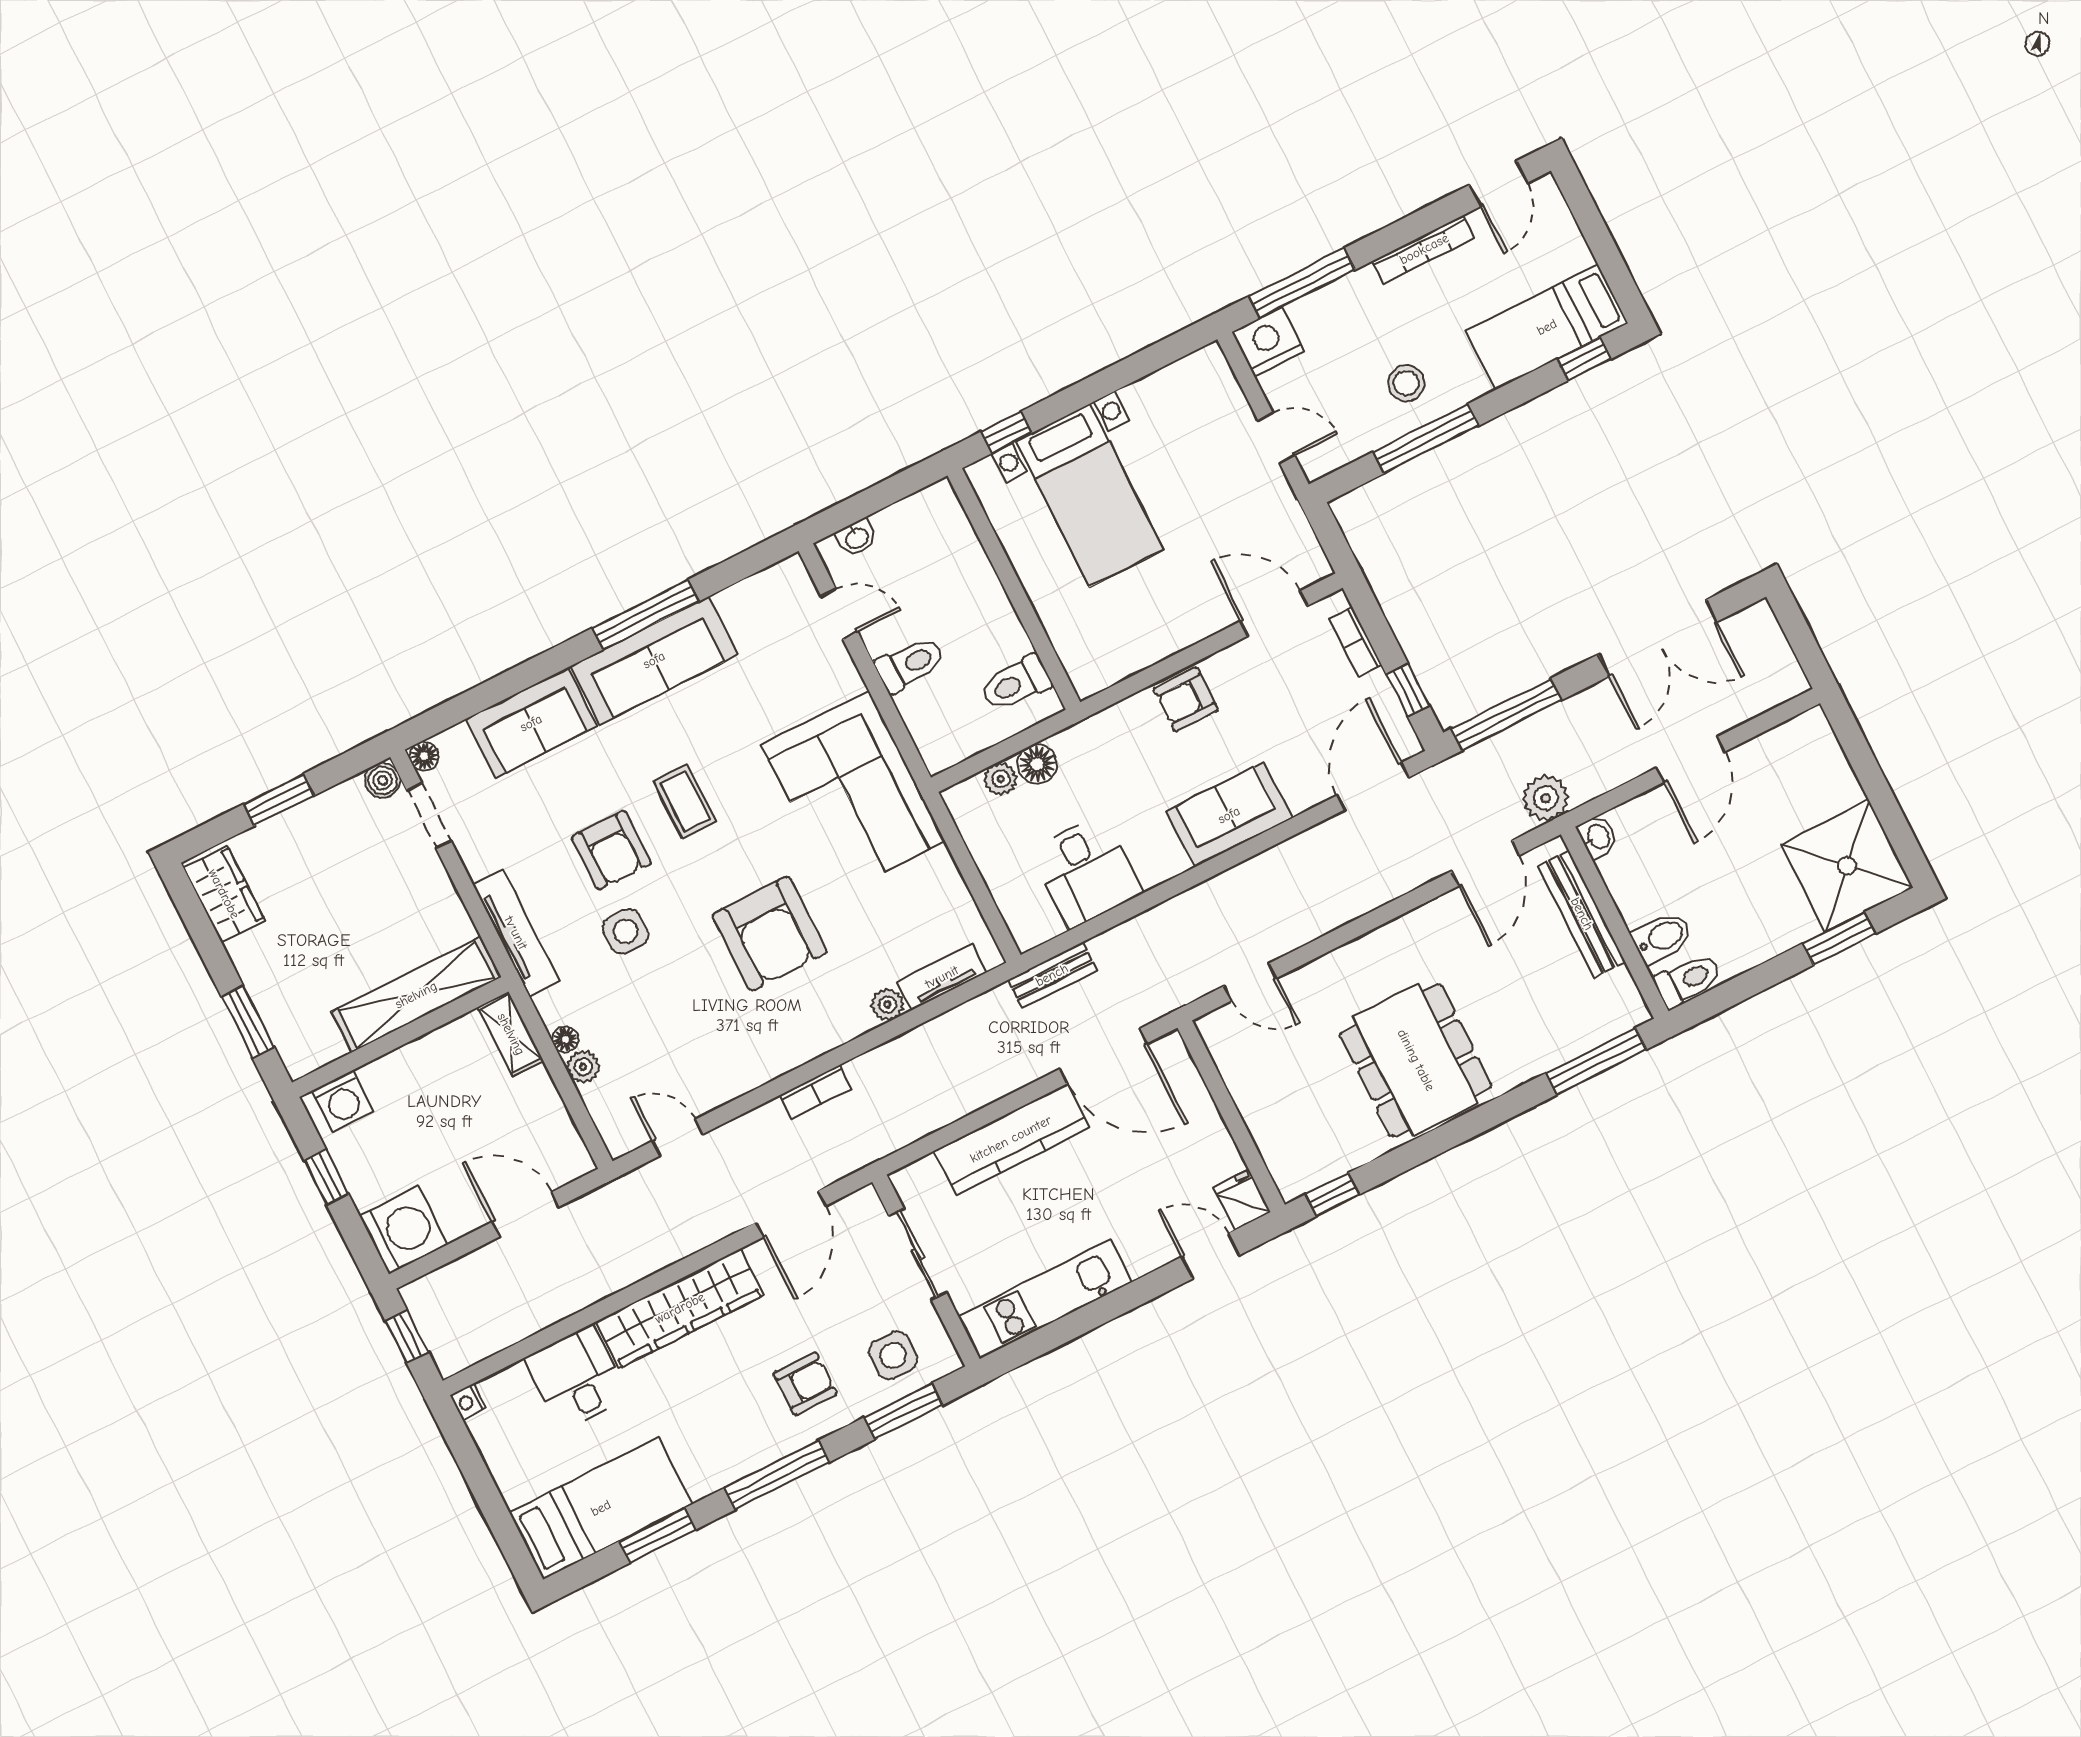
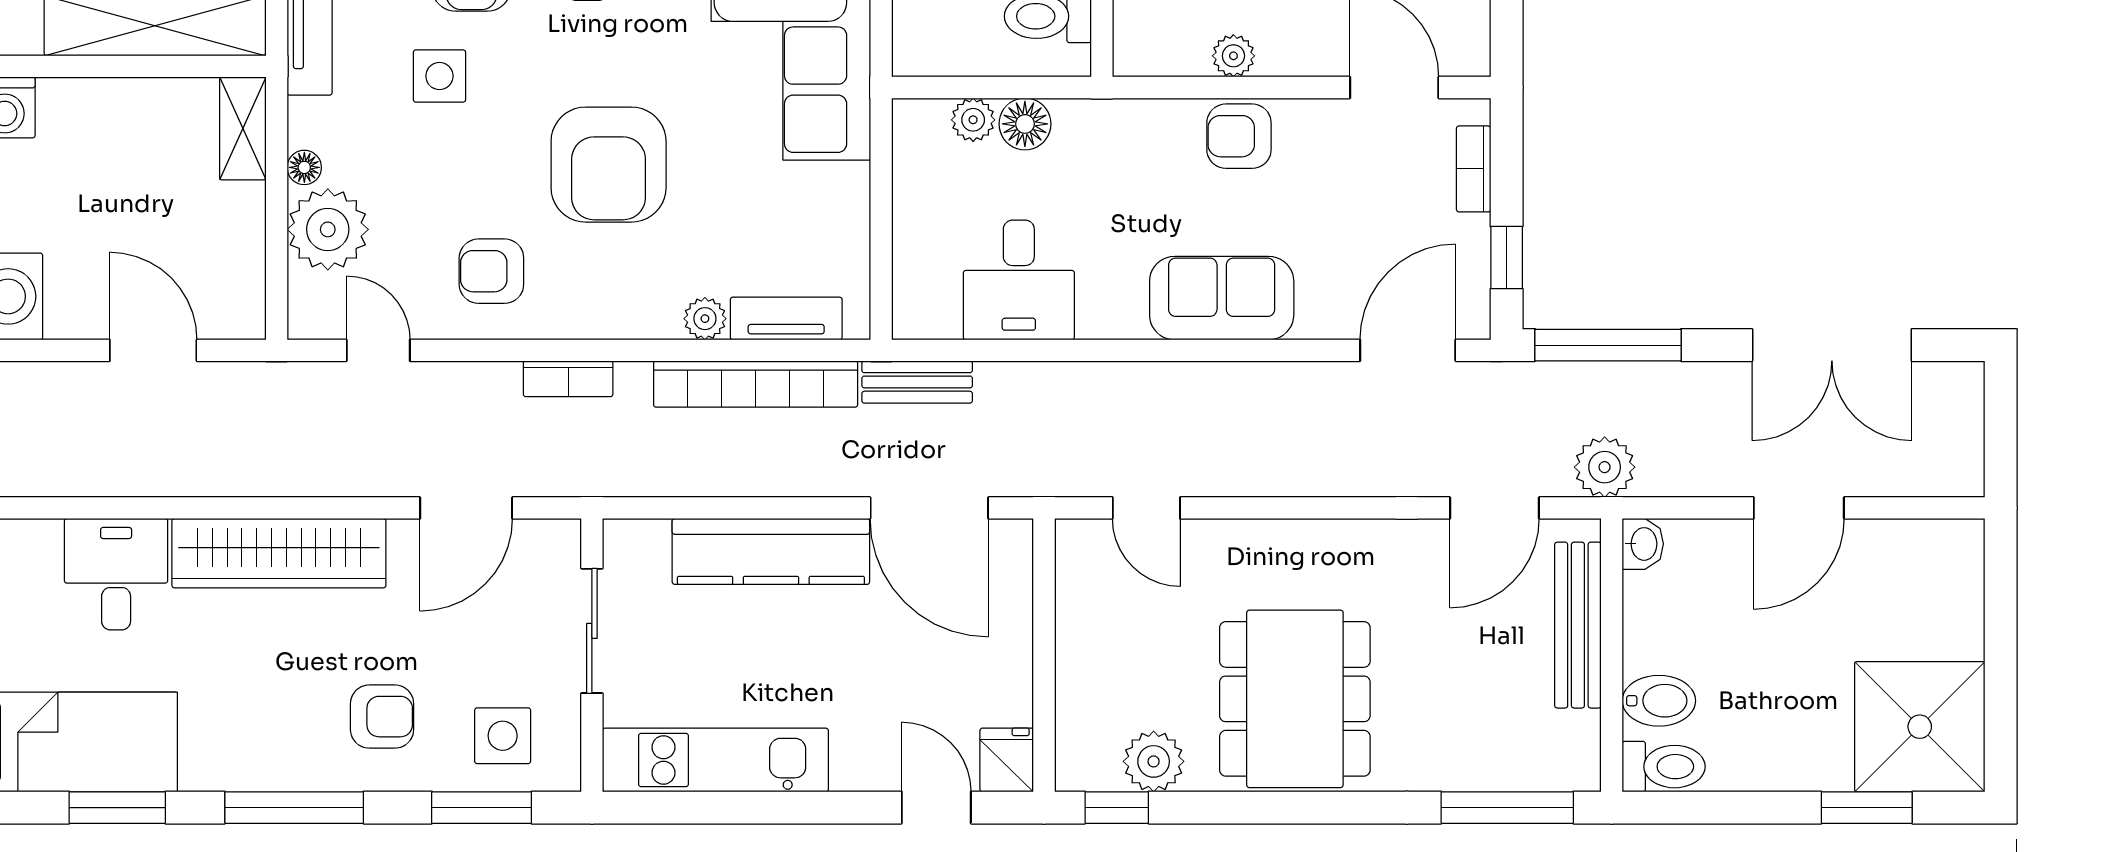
plant: (1155, 647) -> (1233, 56), added
bookcase: (944, 1032) -> (756, 384), added
armchair: (727, 1045) -> (491, 271), added
plant: (583, 1067) -> (328, 229), width x1.87, depth x1.87
plant: (1342, 1151) -> (1154, 761), added

